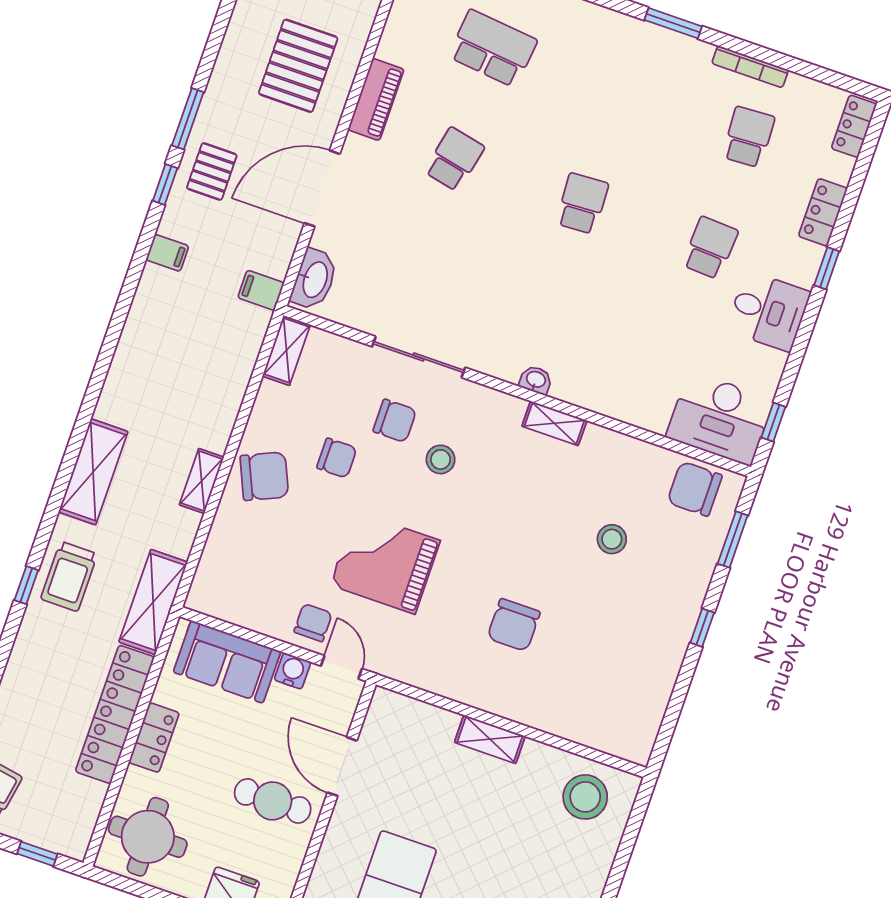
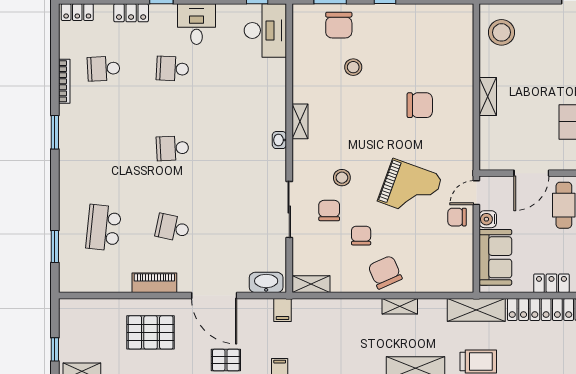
chair: (695, 489) -> (339, 25), moved
grand piano: (385, 563) -> (410, 189), turned -70

